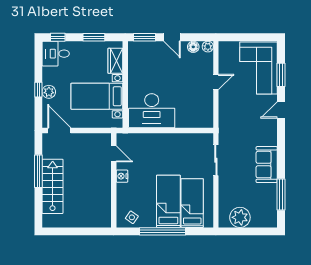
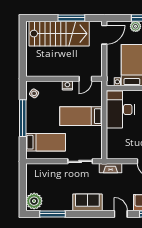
fireplace: (224, 123) -> (111, 168), added
sofa: (267, 165) -> (87, 202), moved
stairs: (53, 186) -> (59, 34), width x1.36, depth x1.51
bed: (168, 201) -> (81, 116), moved, turned 180
plant: (240, 217) -> (34, 201), moved

